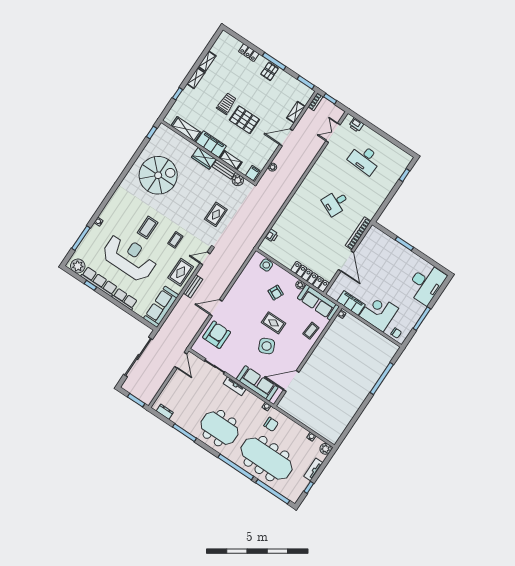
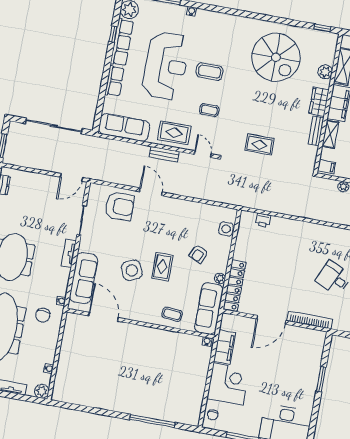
plant: (238, 180) -> (325, 72), moved

